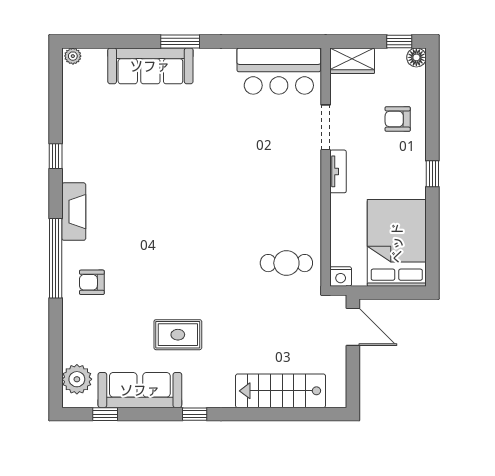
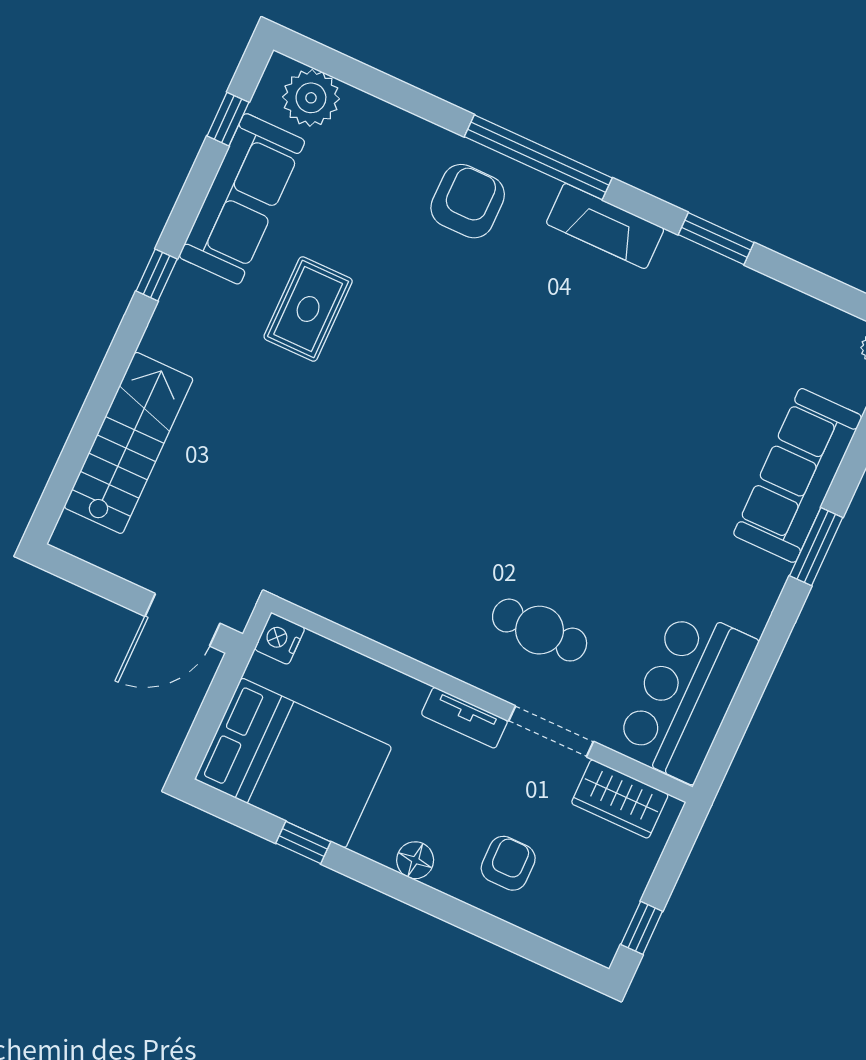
floor lamp: (416, 57) -> (415, 860), moved
wardrobe: (352, 61) -> (620, 799), moved, turned -90
window: (56, 156) -> (716, 239), width x1.50
window: (432, 174) -> (303, 842), moved
cafe table: (286, 263) -> (540, 630), moved, turned 90
armchair: (92, 282) -> (468, 201), width x1.38, depth x1.38

